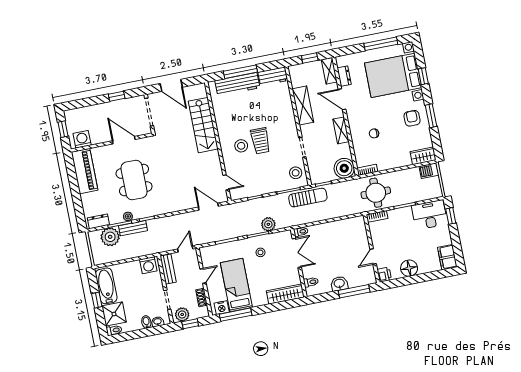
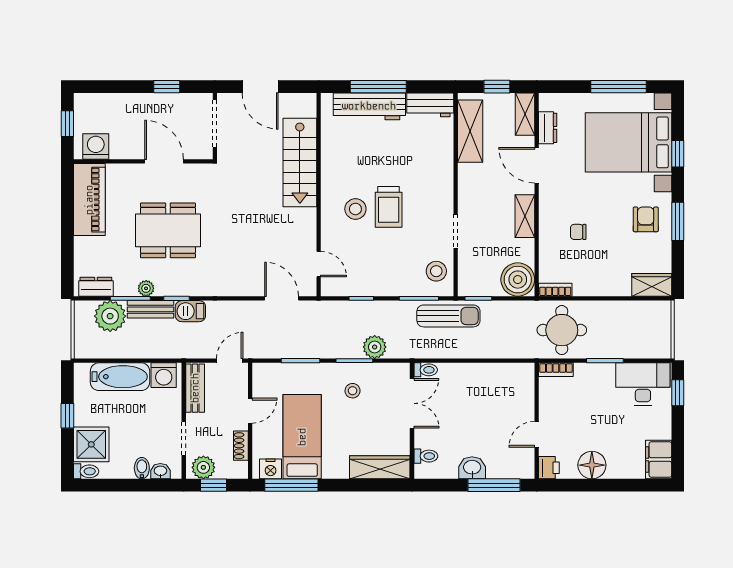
shelving: (303, 105) -> (470, 131), moved
barbecue: (429, 171) -> (190, 311), moved
dining table: (134, 180) -> (168, 230), turned 90
bathtub: (106, 286) -> (120, 377), moved, turned 90

